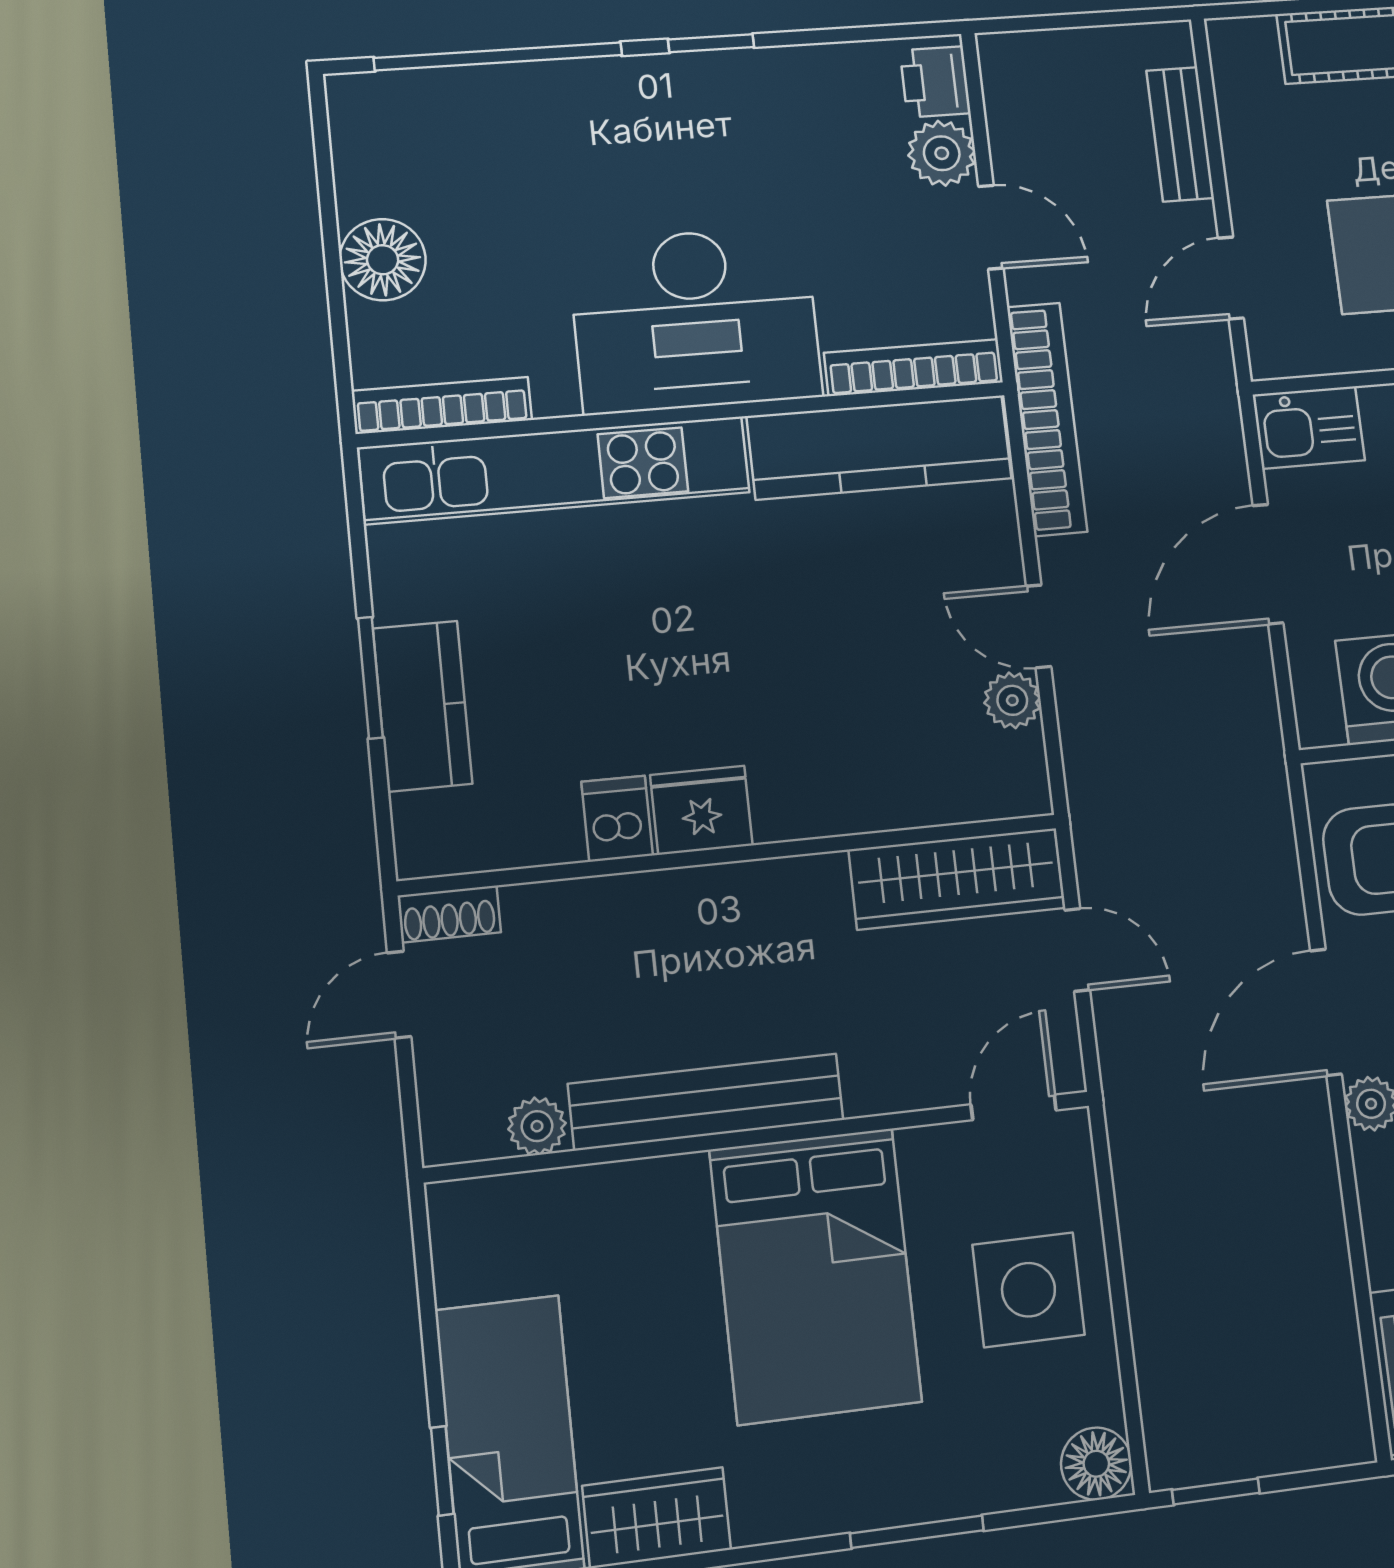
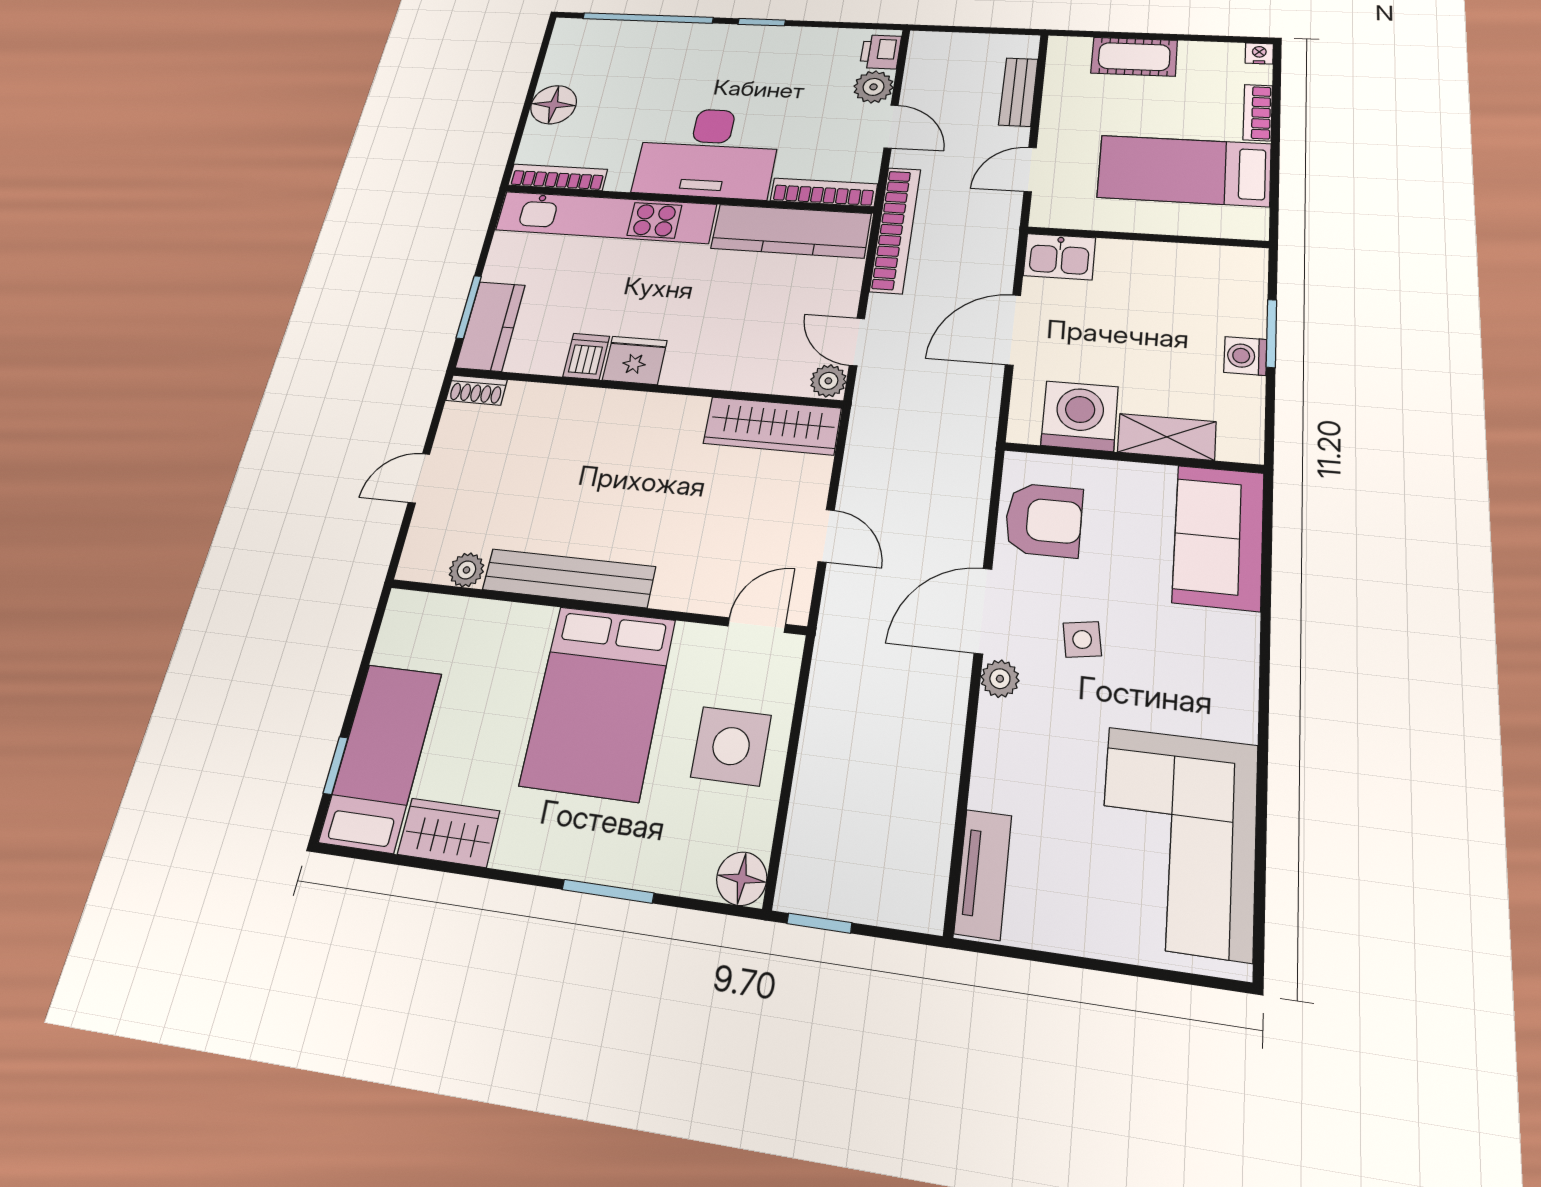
fridge: (701, 810) -> (635, 360), moved
dishwasher: (617, 819) -> (586, 356), moved
wall: (731, 855) -> (643, 387), moved
wardrobe: (957, 879) -> (772, 426), moved
shoe rack: (449, 914) -> (477, 390), moved

